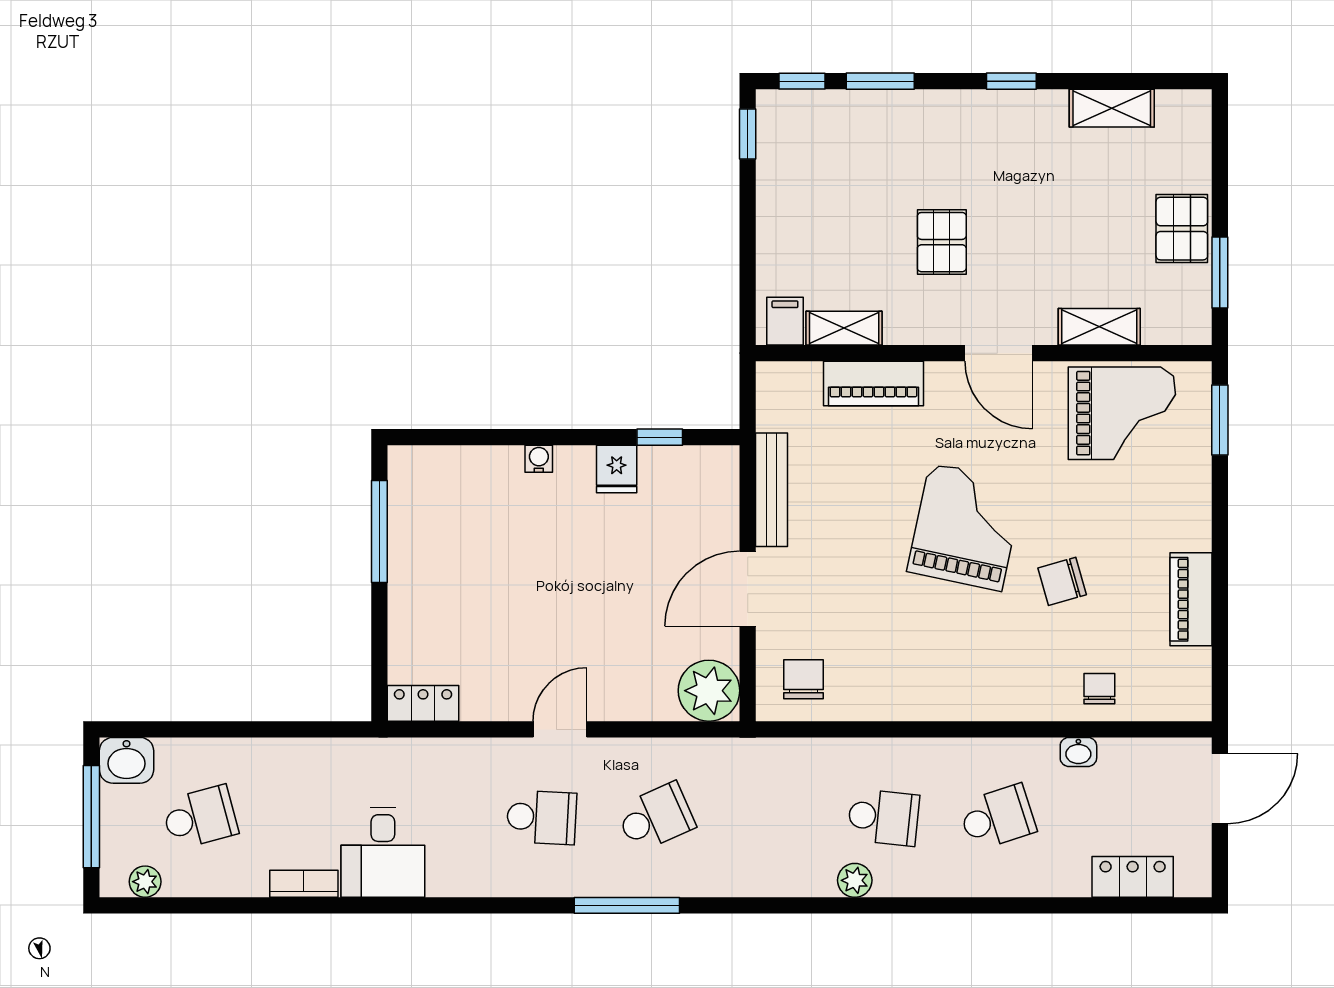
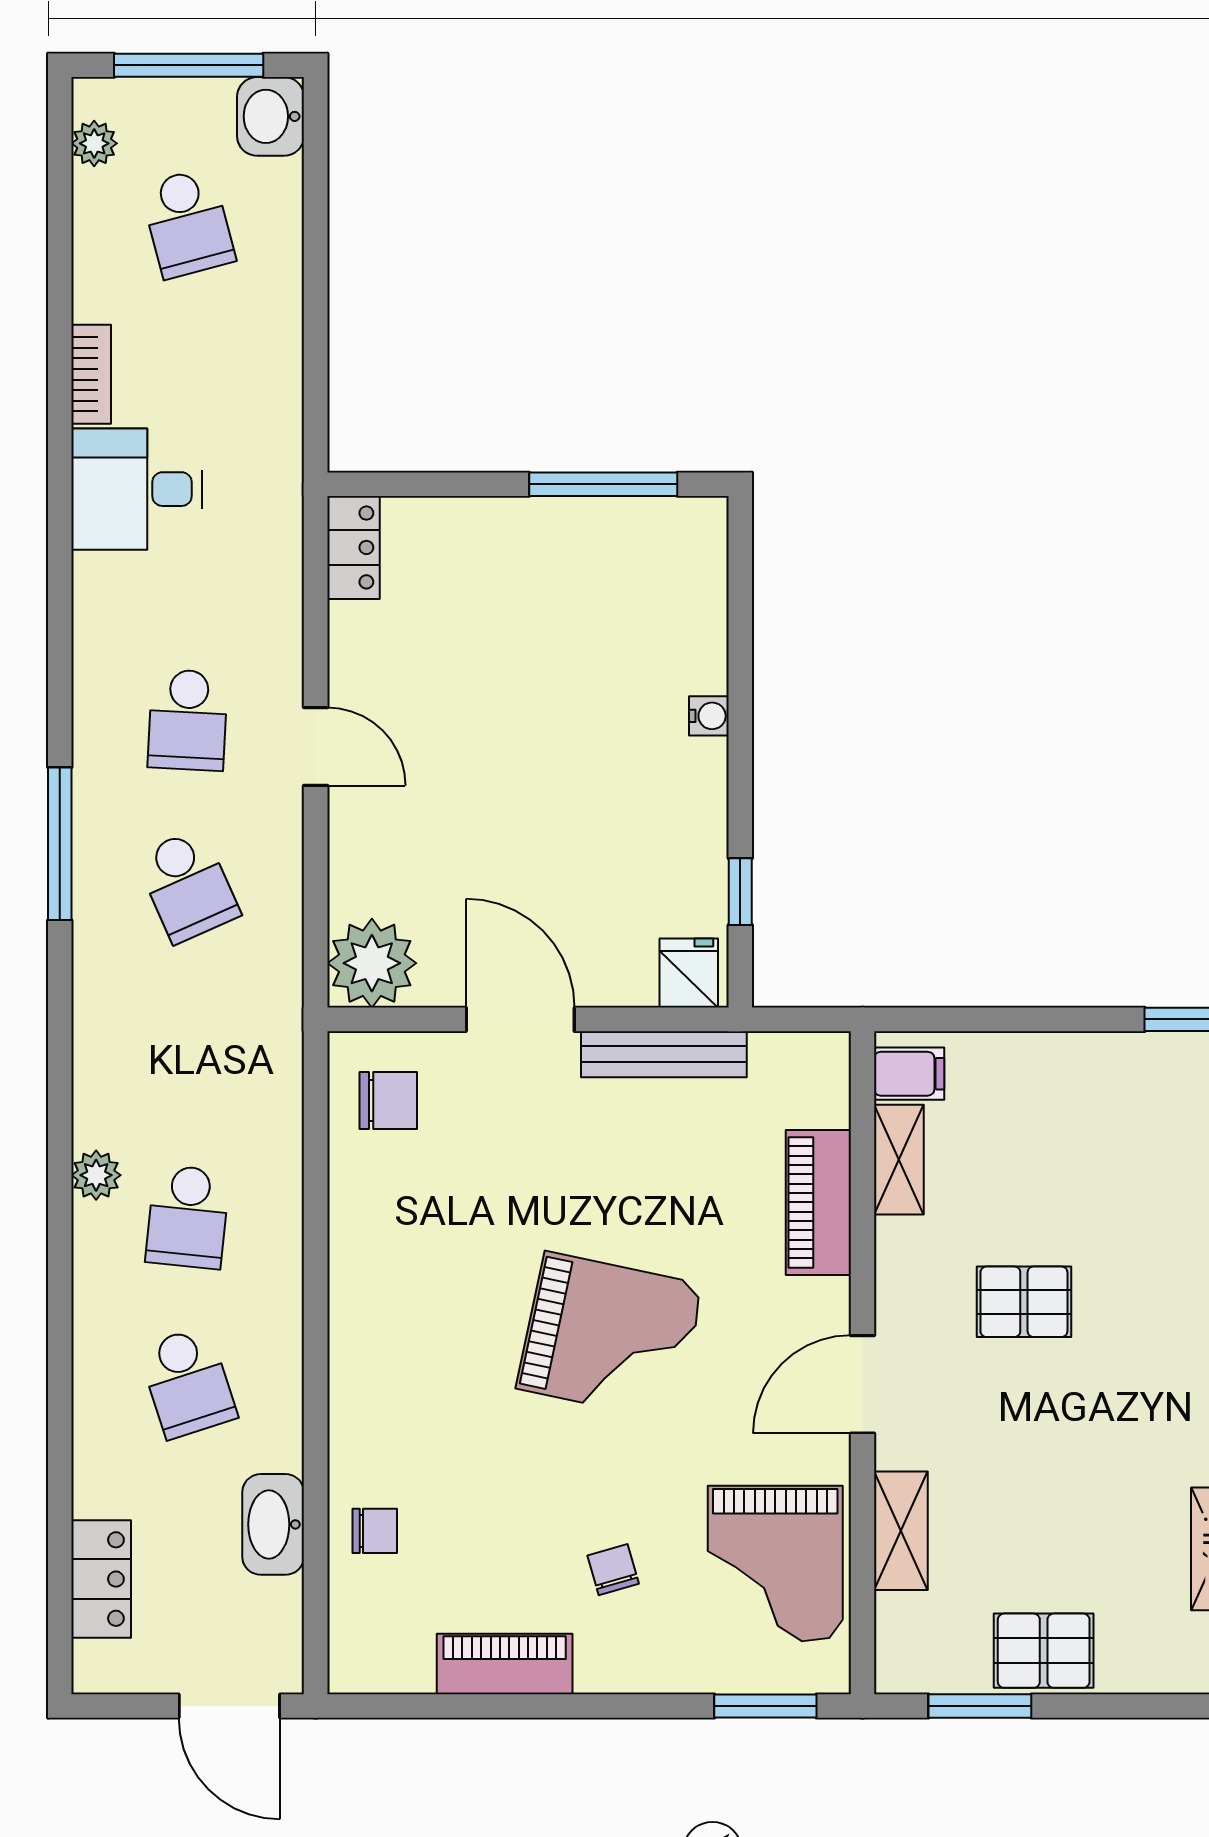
fridge: (617, 469) -> (689, 973), moved, turned 90
chair: (1062, 581) -> (613, 1570), moved, width x0.73, depth x0.73
washbasin: (1078, 752) -> (273, 1524), width x1.91, depth x1.45

